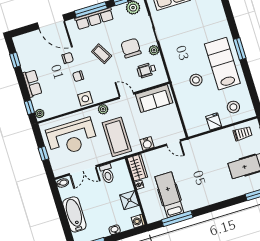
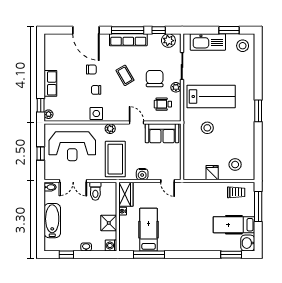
window: (15, 60) -> (41, 56), removed
lab bench: (222, 64) -> (211, 96), moved, turned 90

